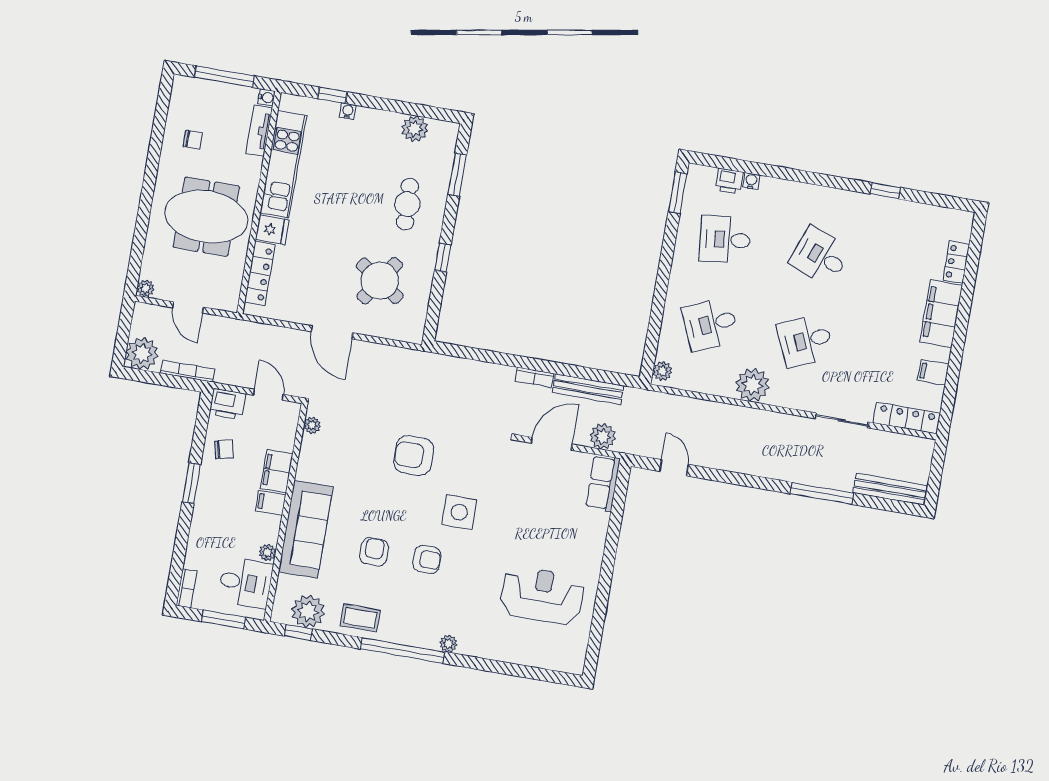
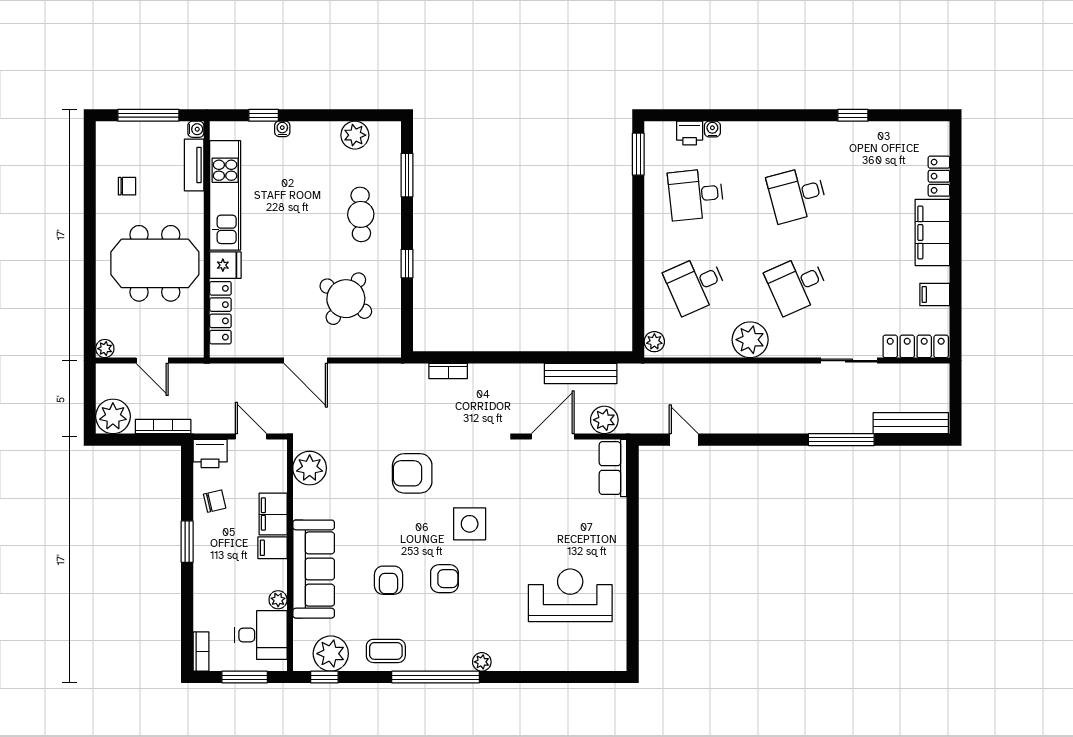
desk: (820, 256) -> (797, 194), turned -36
bookcase: (534, 377) -> (448, 371), moved
plant: (312, 425) -> (310, 468), width x1.87, depth x1.87
armchair: (374, 552) -> (388, 580), turned 180

